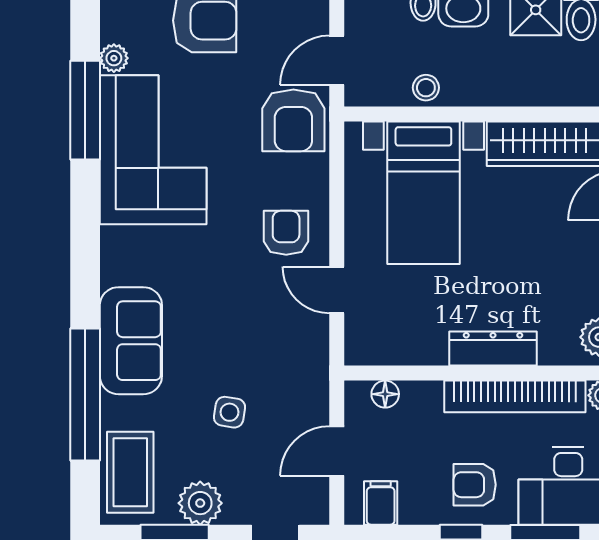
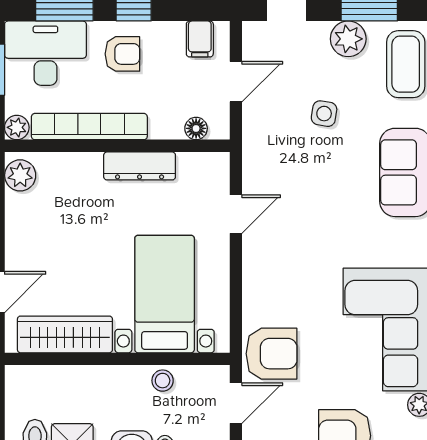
armchair: (293, 120) -> (272, 354), turned 90
armchair: (286, 233) -> (278, 261), removed
door: (337, 290) -> (236, 214), hinge flipped
dresser: (493, 349) -> (140, 166), moved

